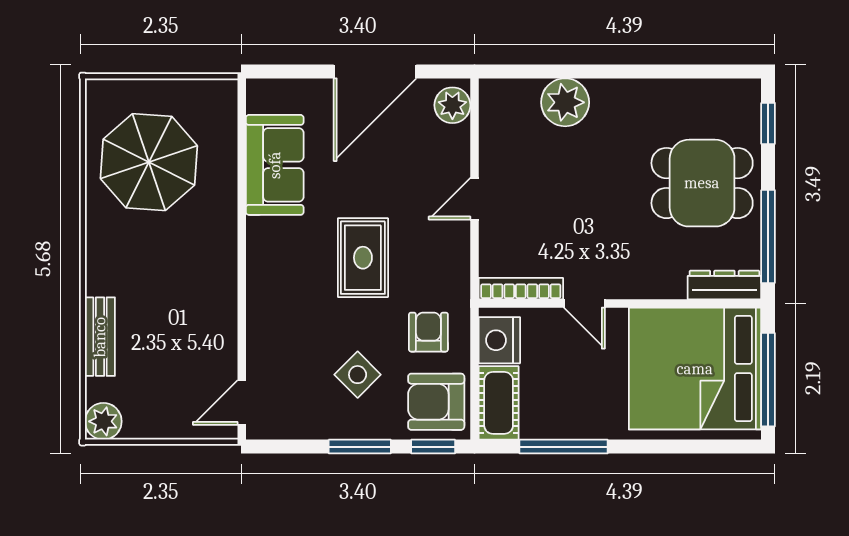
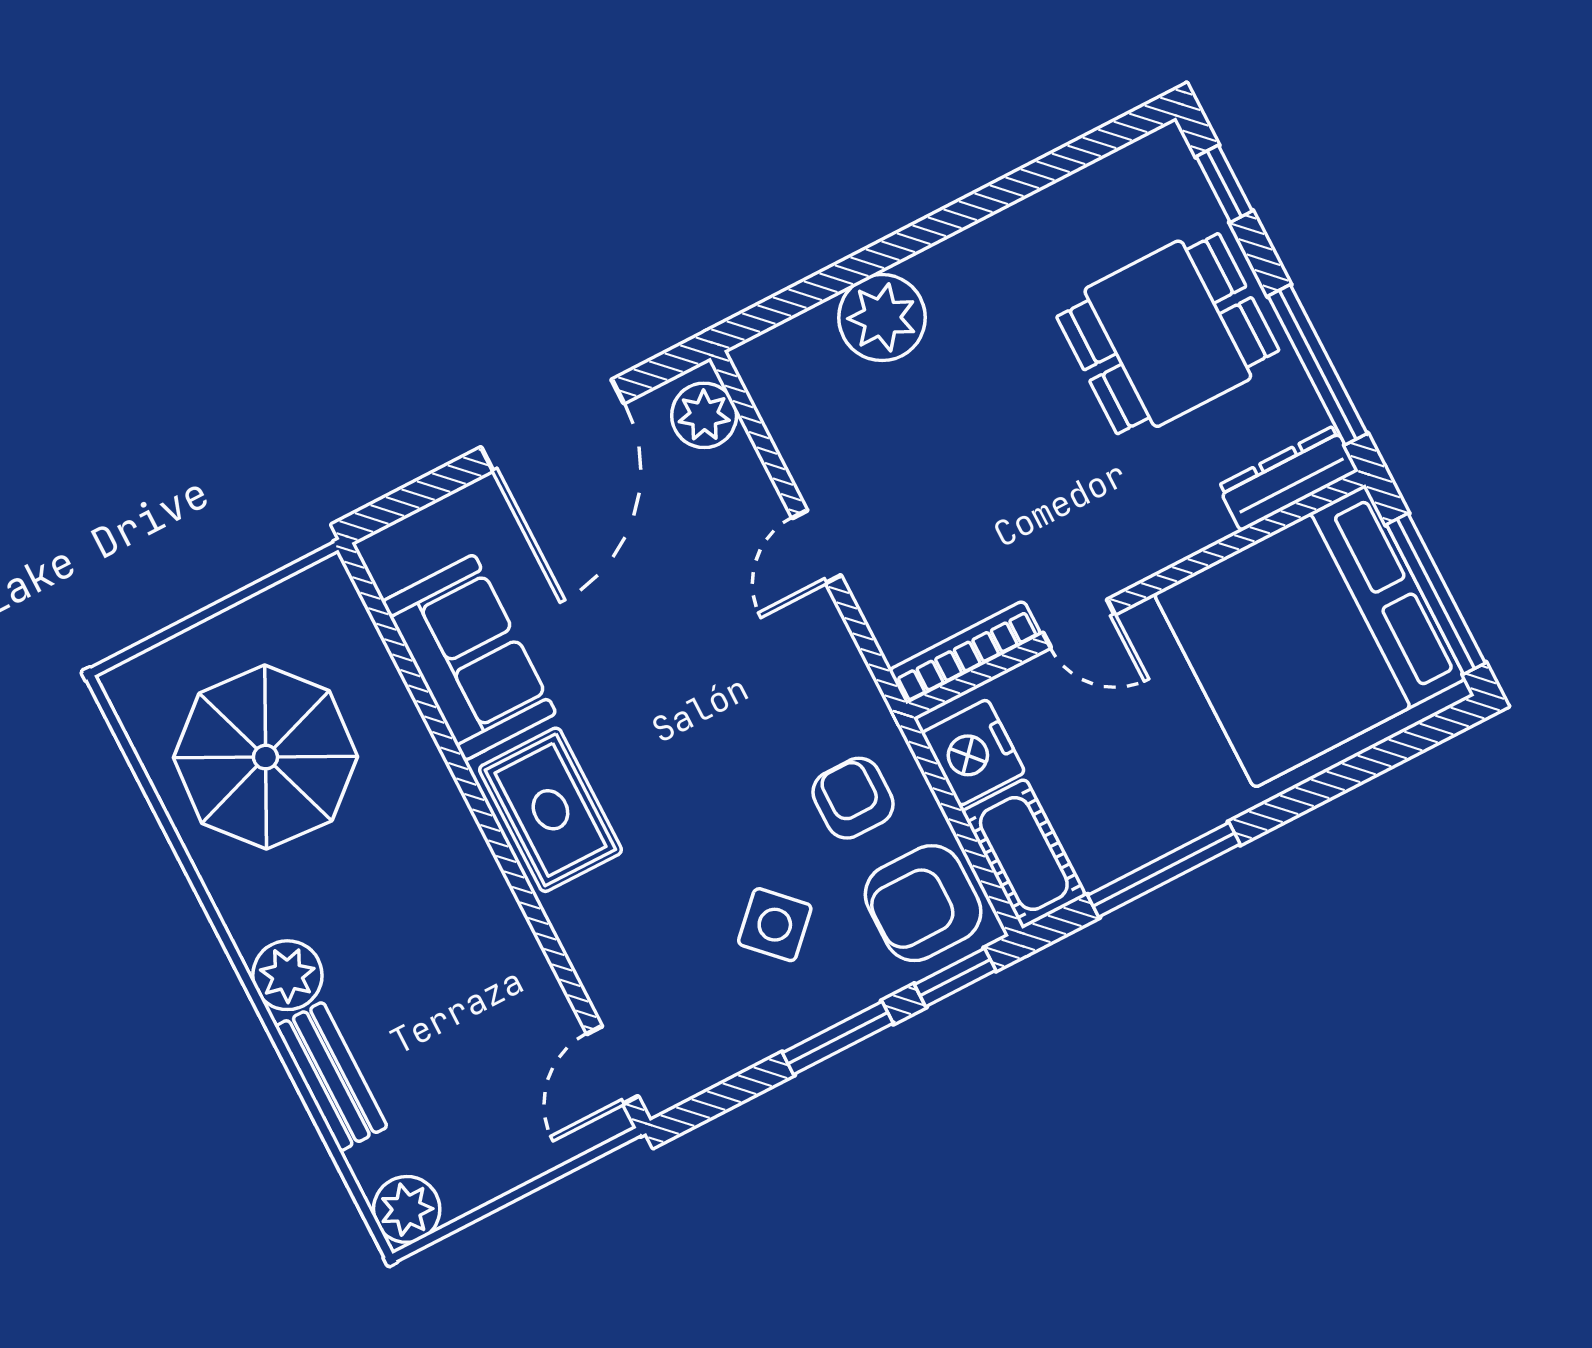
rug: (363, 258) -> (550, 810), moved
plant: (104, 275) -> (287, 975), added

